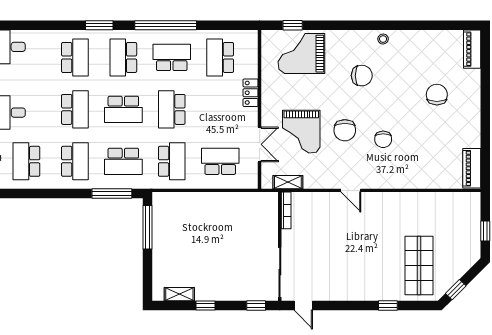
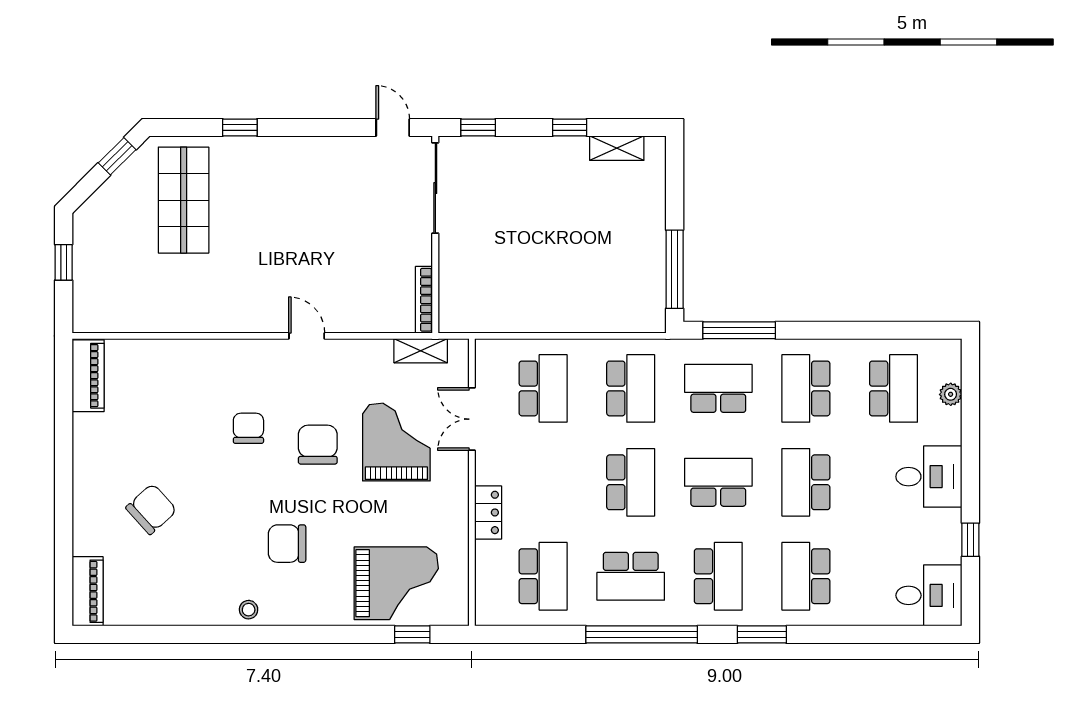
chair: (437, 95) -> (151, 509), turned -132
school desk: (172, 161) -> (631, 388), turned 180
school desk: (220, 161) -> (543, 388), turned -90

